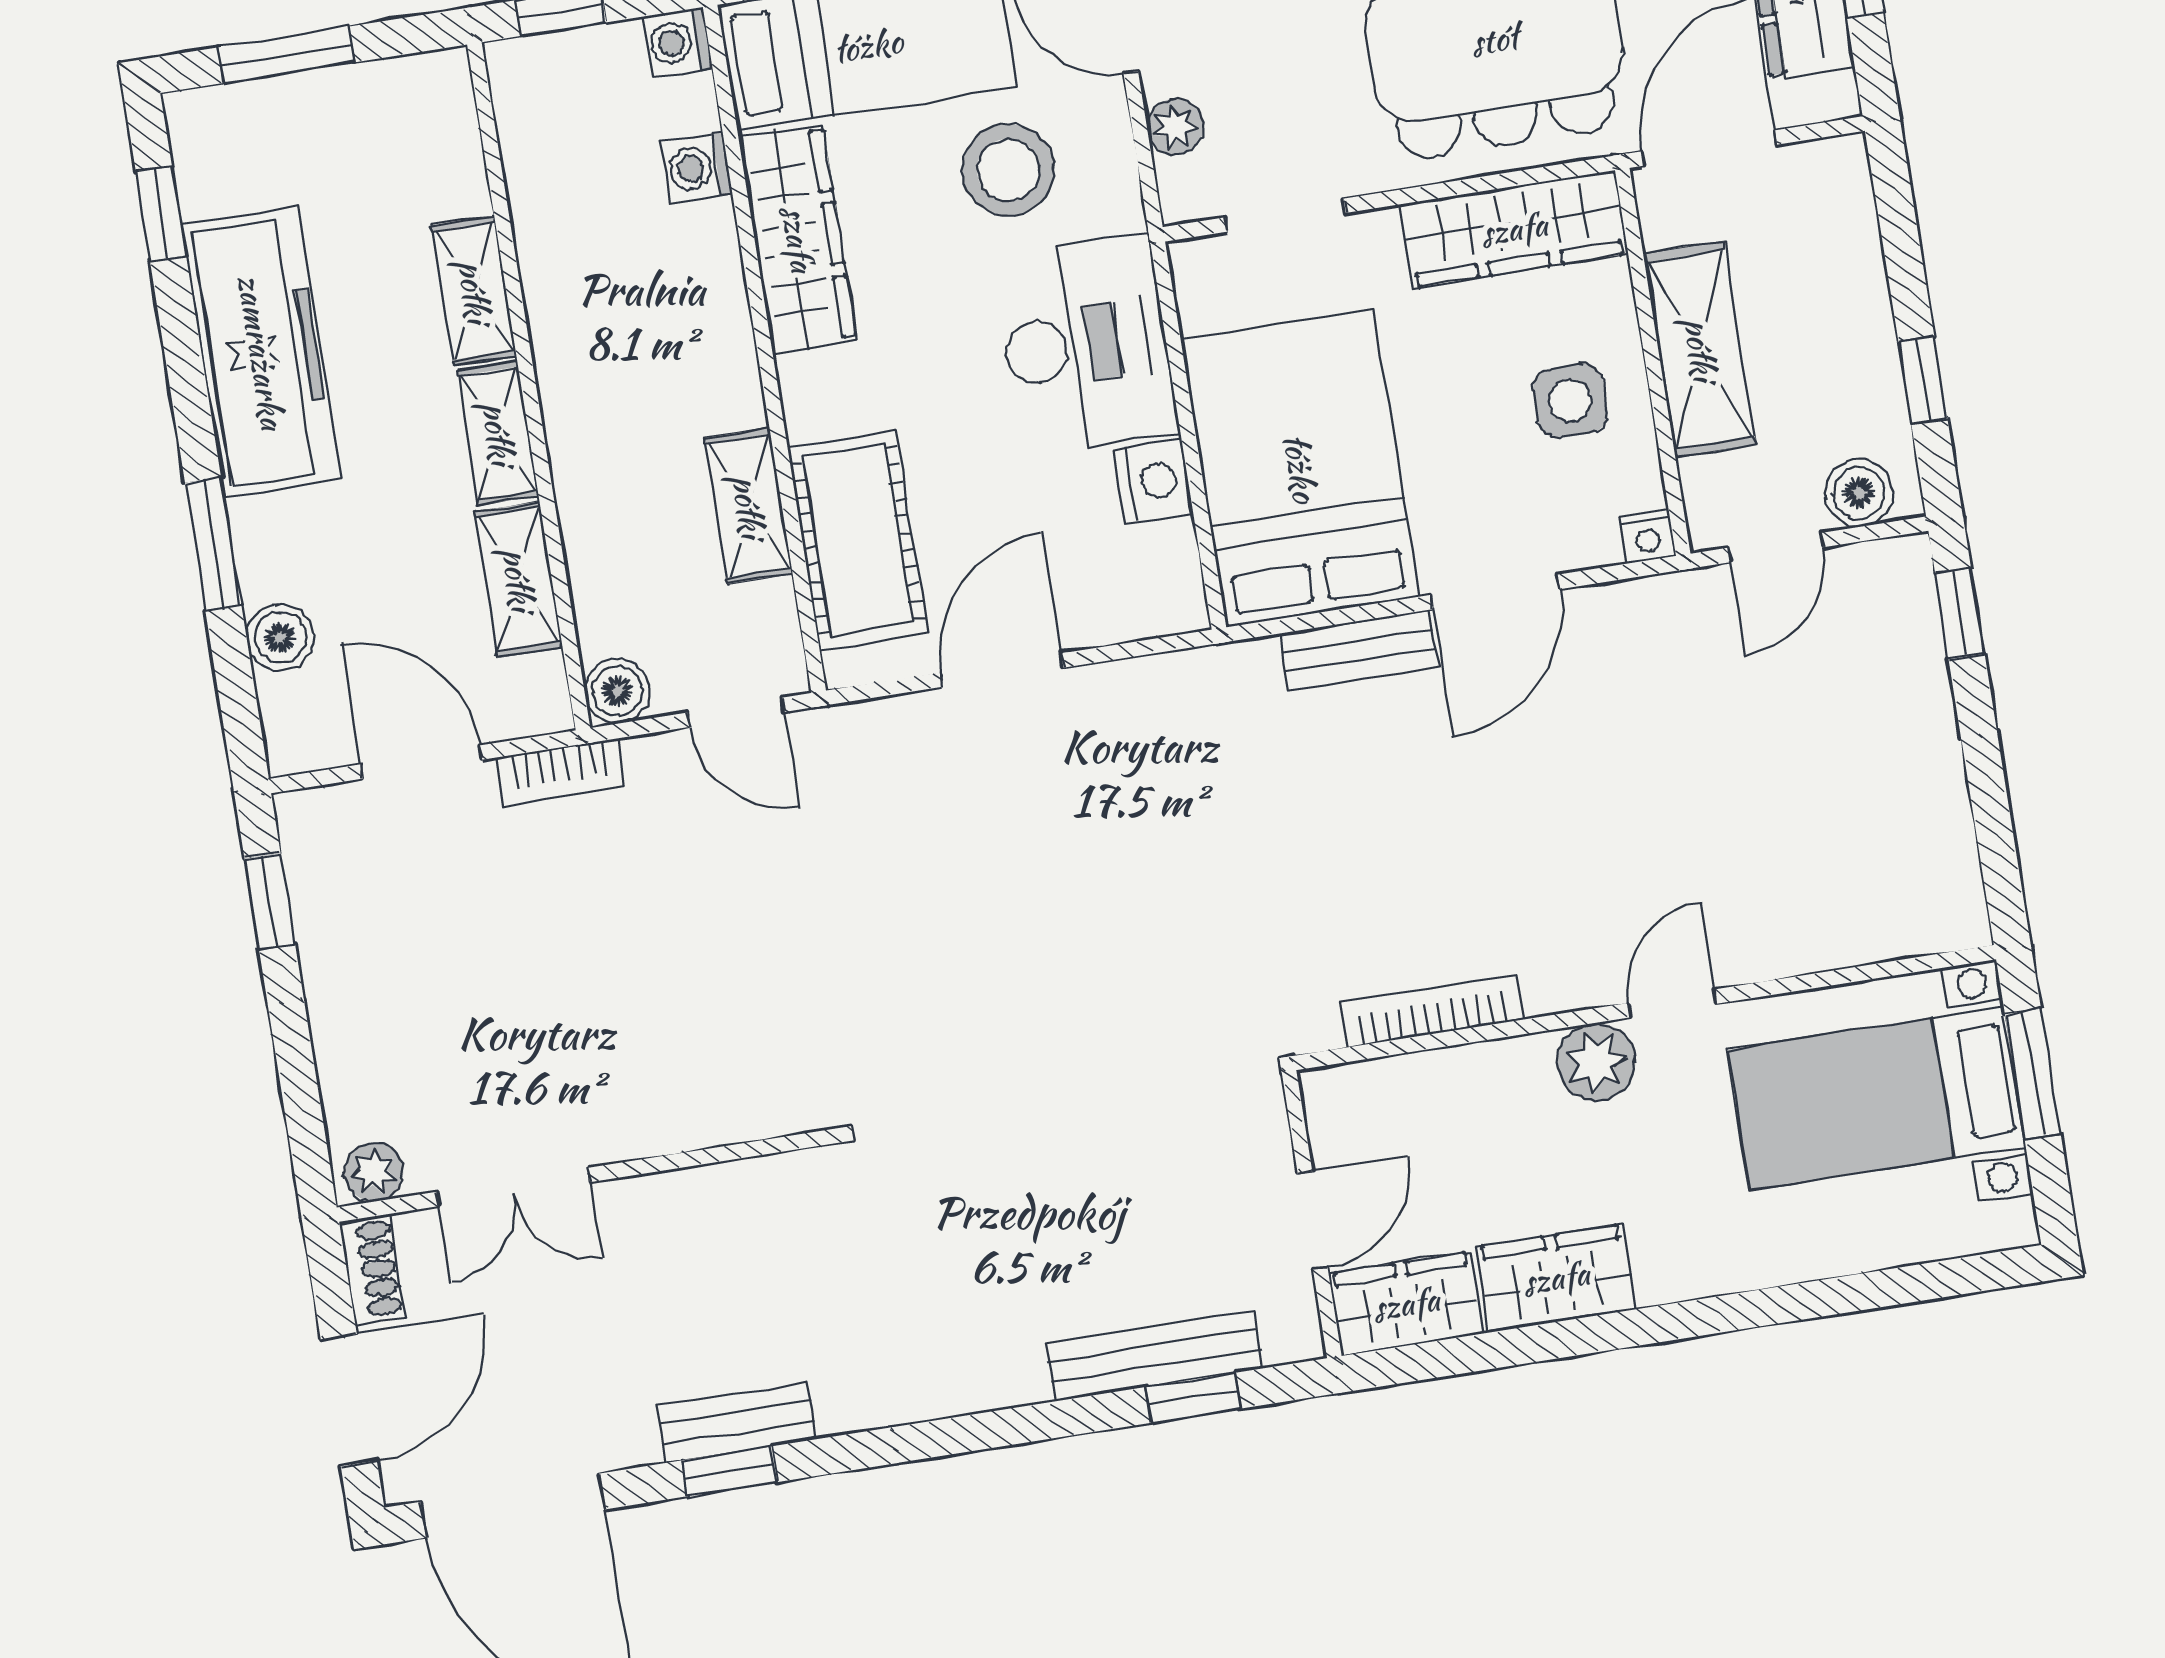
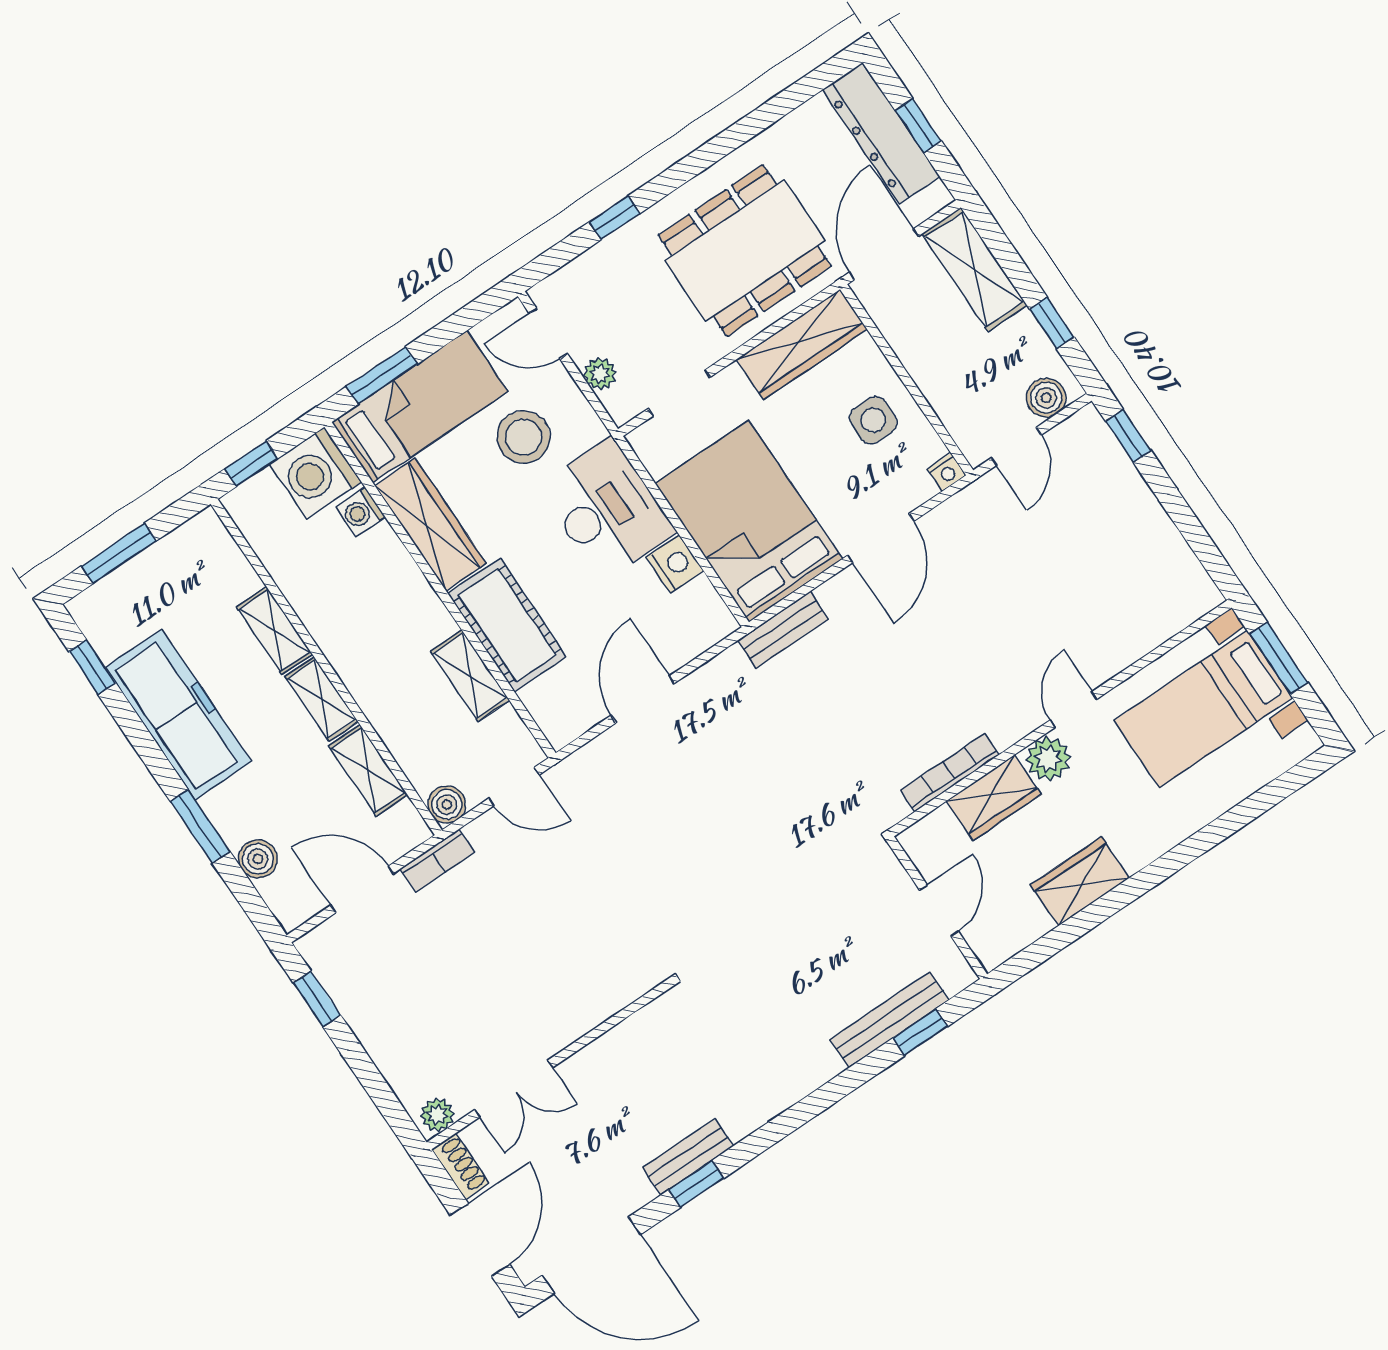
washing machine: (678, 42) -> (316, 473), width x1.89, depth x1.89
shelving: (1700, 349) -> (974, 269), moved
cot: (858, 541) -> (507, 625), moved
bench: (1359, 650) -> (783, 630), moved
wardrobe: (1406, 1304) -> (994, 798), moved, turned 180

